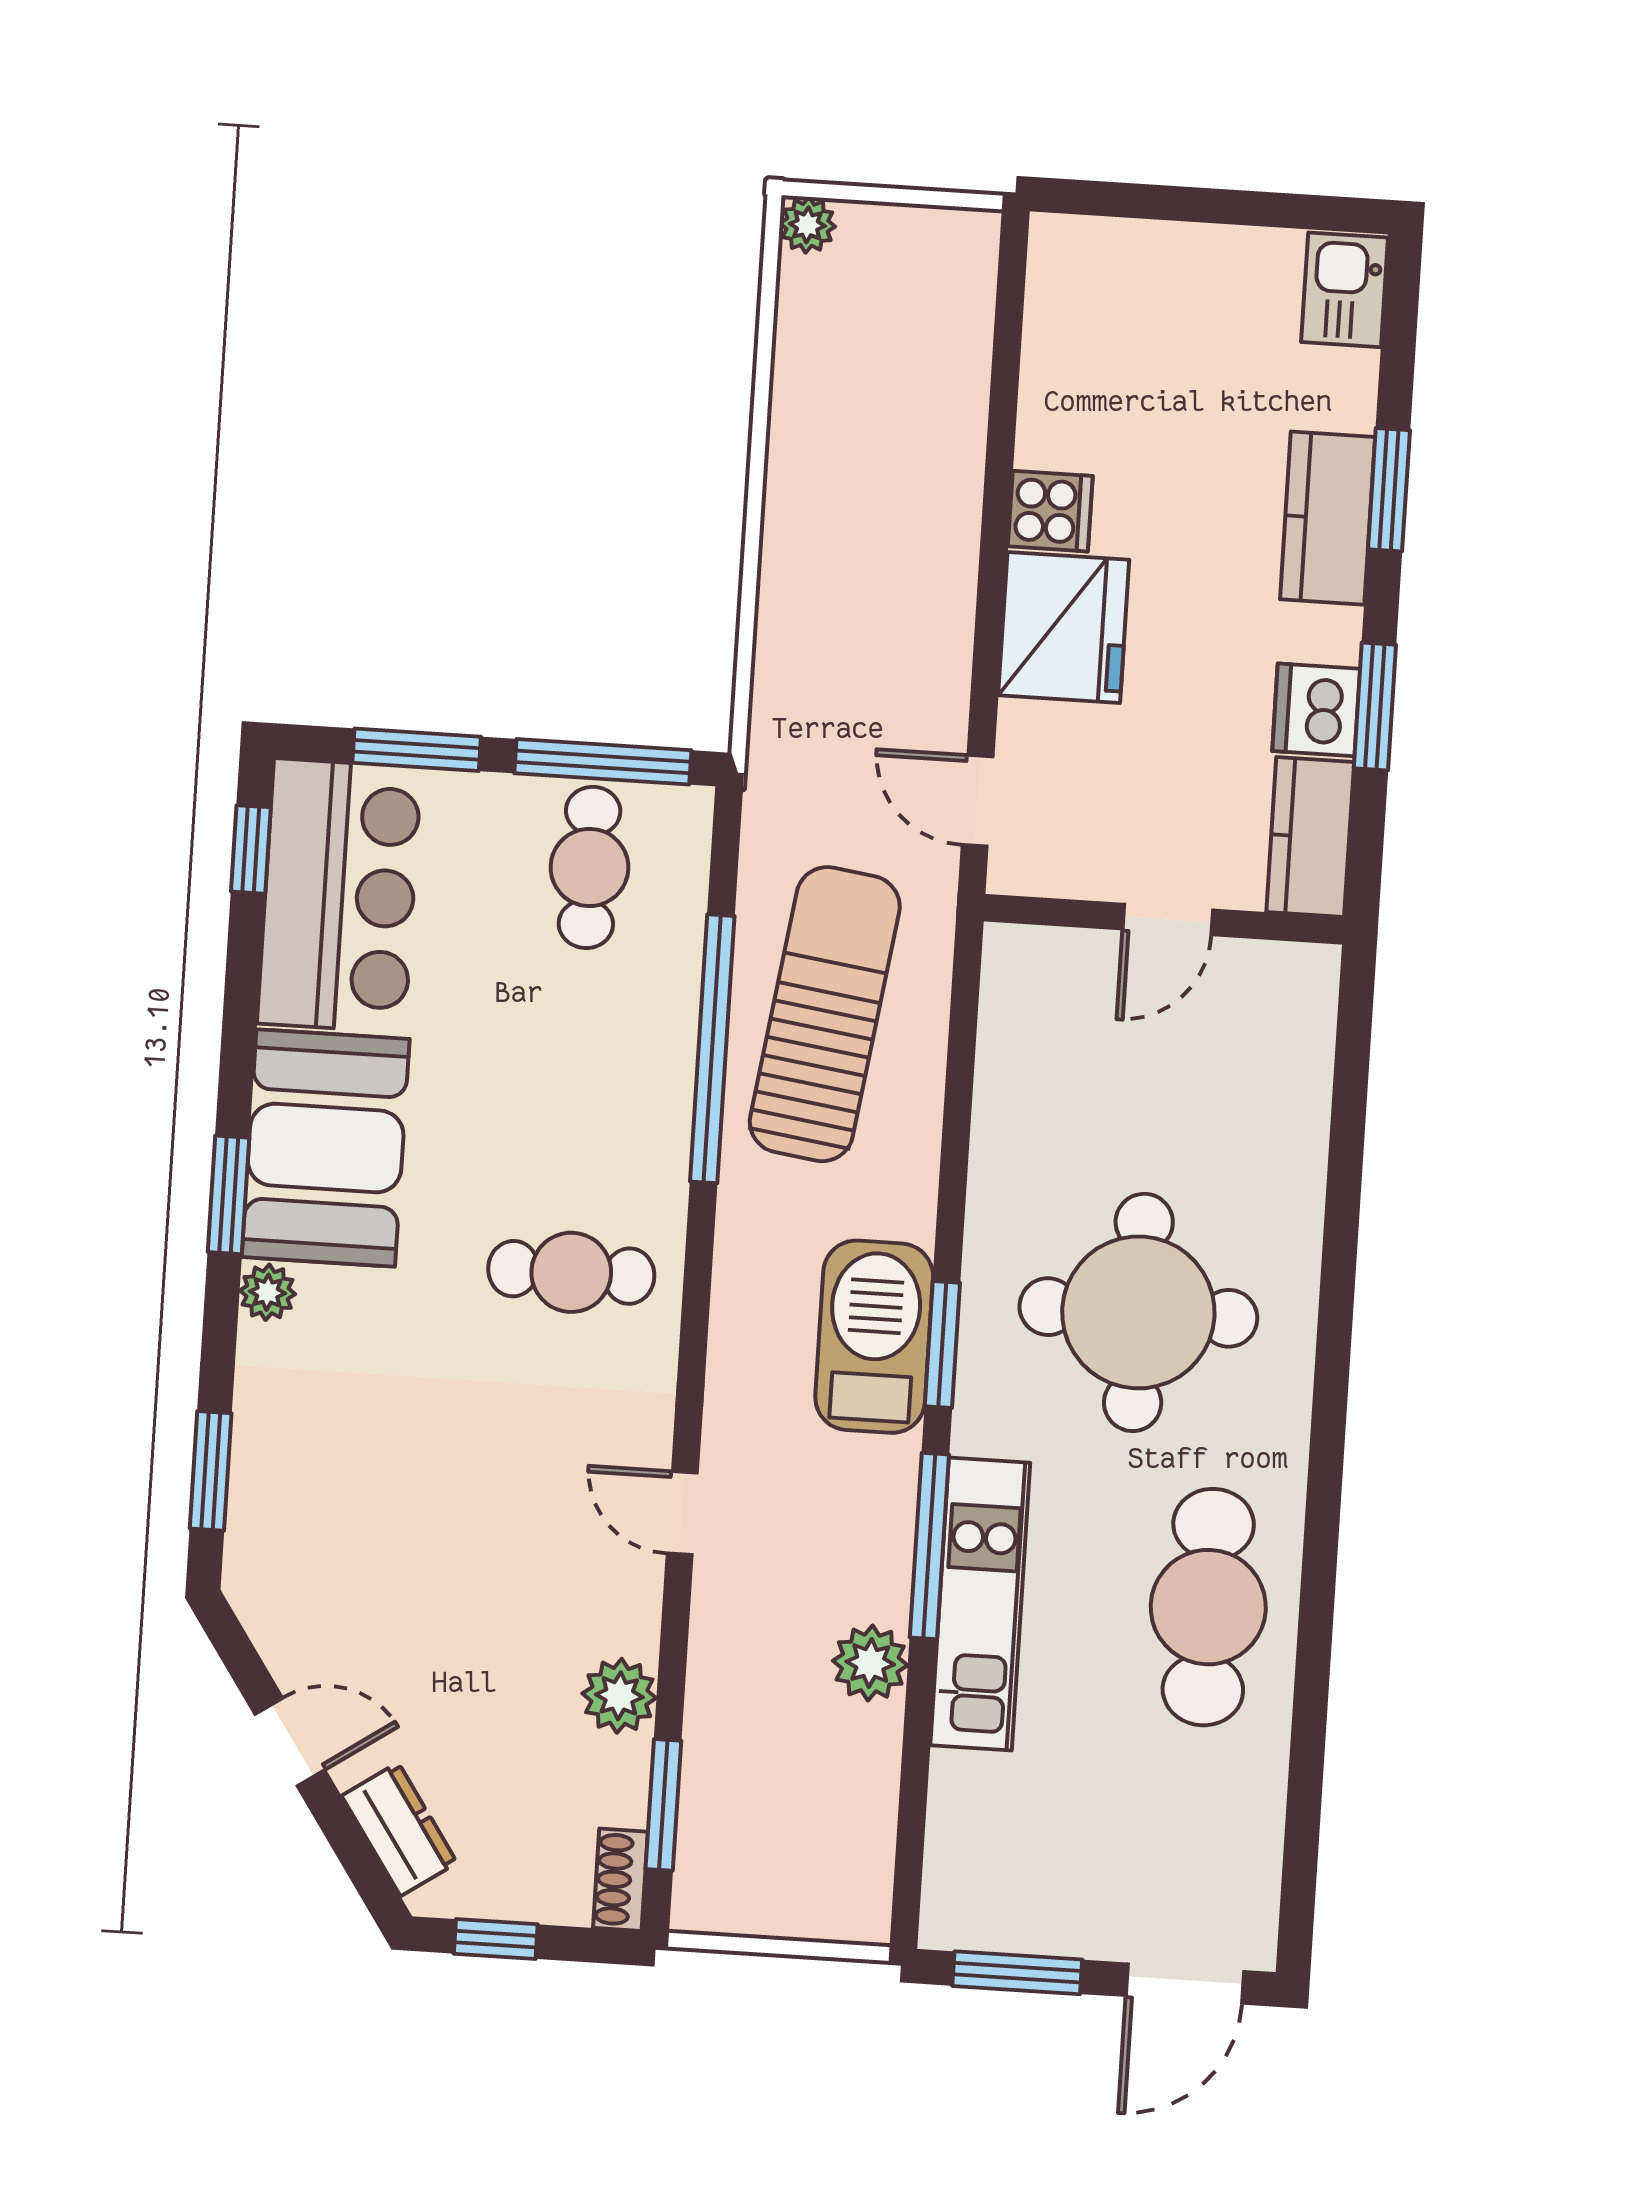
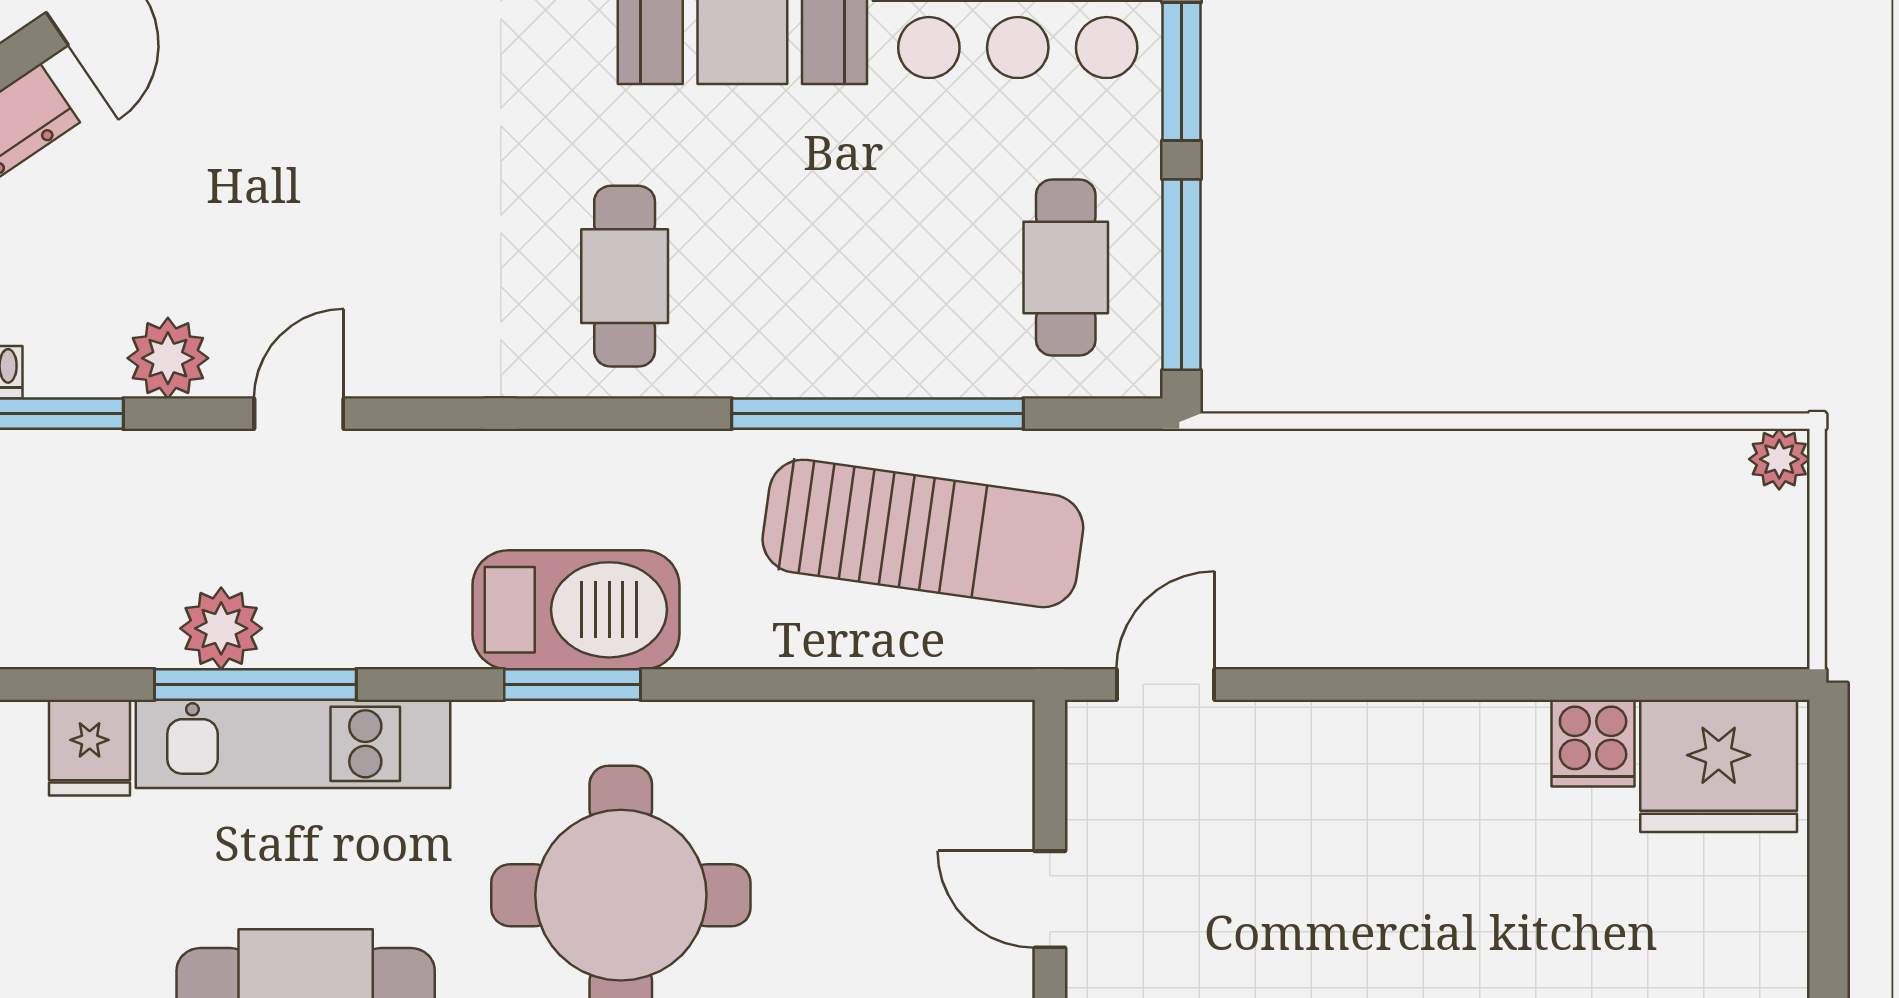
cooker: (1050, 511) -> (1593, 743), moved
fridge: (1064, 628) -> (1719, 766), moved
cafe table: (589, 867) -> (1066, 268), turned 90
door: (682, 1513) -> (299, 414), moved
window: (929, 1546) -> (255, 684), moved
fridge: (972, 1791) -> (90, 748), added

